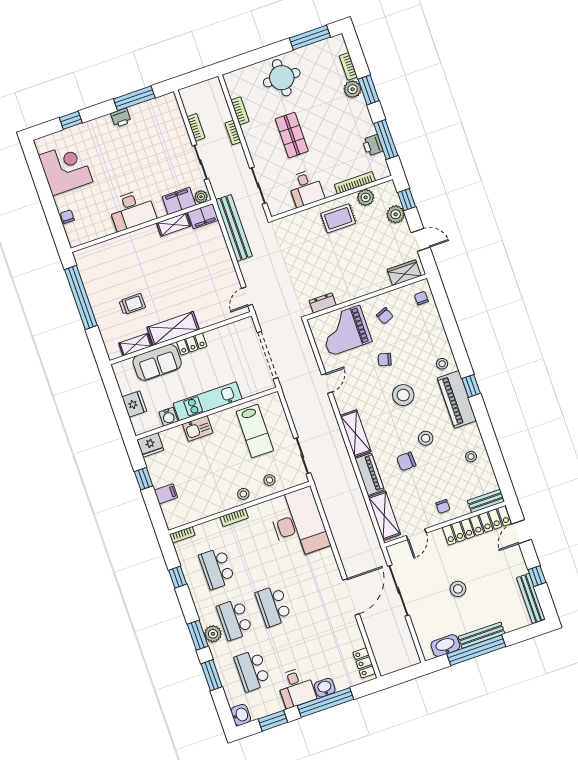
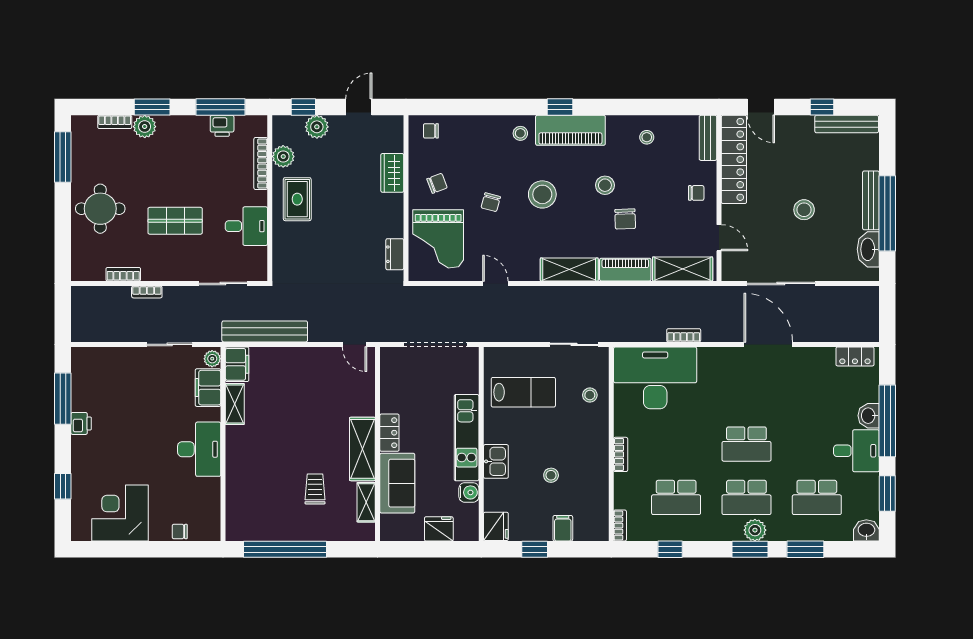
bookcase: (196, 127) -> (684, 335), moved
wardrobe: (404, 273) -> (392, 173), moved
stool: (243, 494) -> (551, 475), moved

